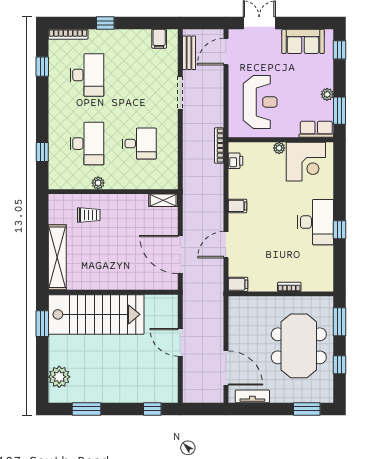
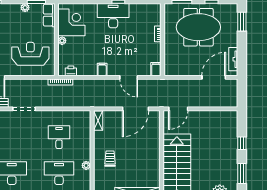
trolley: (89, 215) -> (110, 159), moved
door: (180, 342) -> (178, 109), moved
window: (152, 409) -> (242, 143), moved

